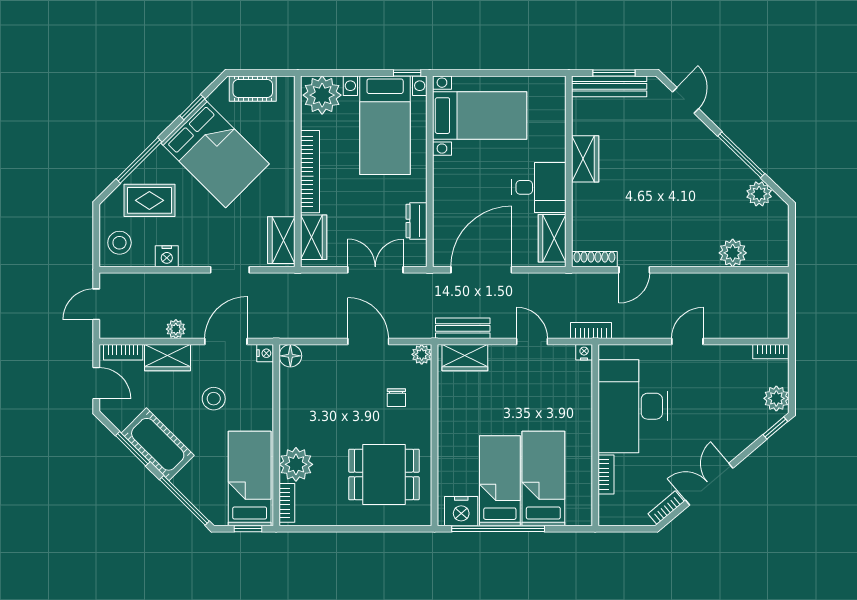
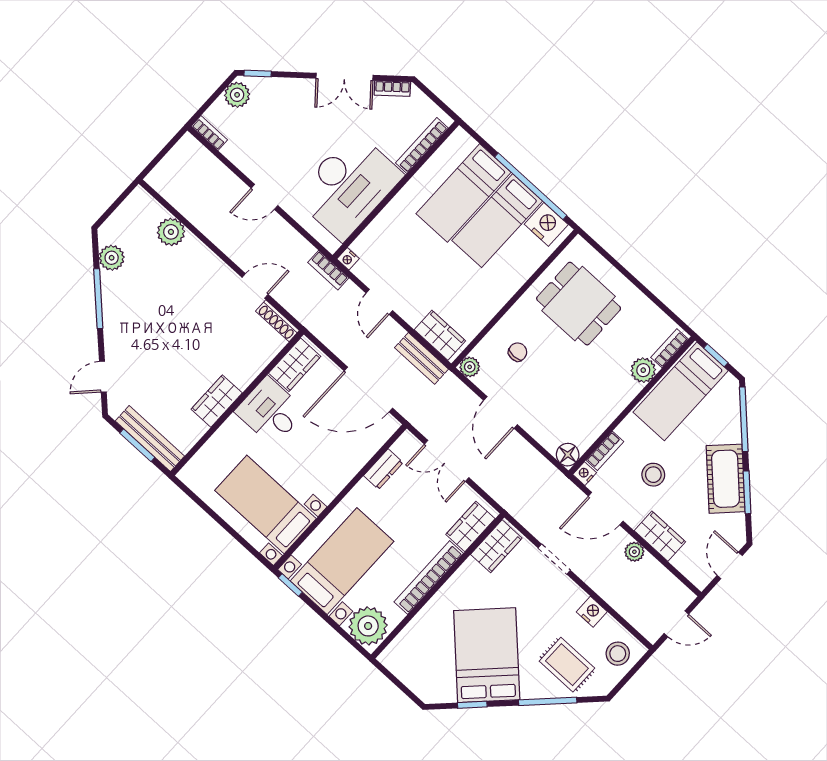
cot: (253, 89) -> (415, 678), removed
bookcase: (123, 352) -> (605, 451), moved, turned 90
plant: (296, 464) -> (643, 370), width x0.73, depth x0.73
bookcase: (606, 474) -> (422, 145), width x1.56

